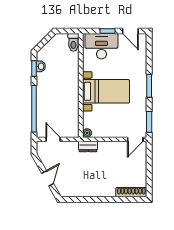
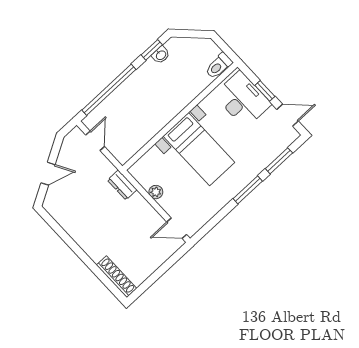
door: (130, 31) -> (288, 115), swing flipped
window: (149, 122) -> (279, 161), moved
plant: (87, 133) -> (156, 192), moved

